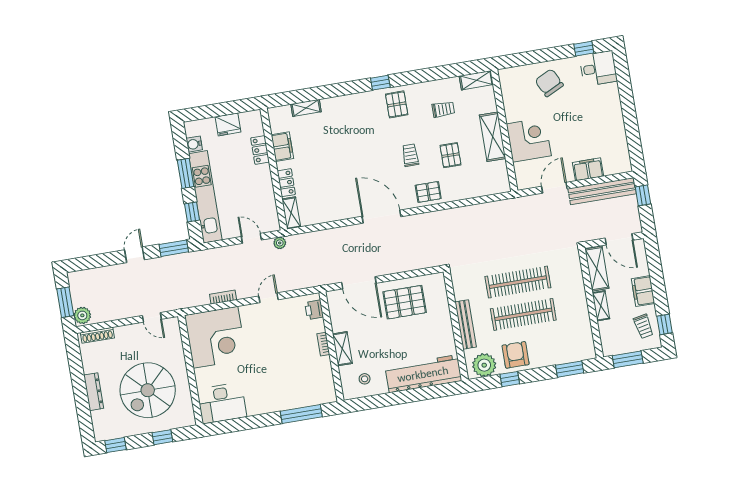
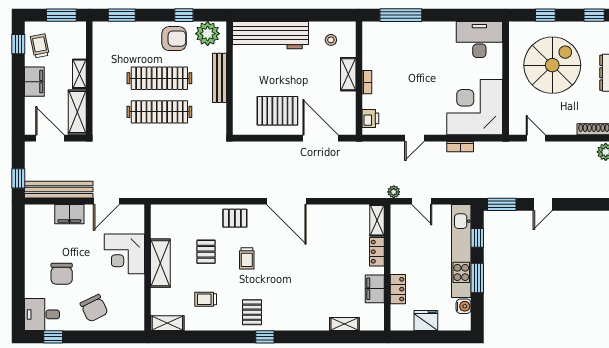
chair: (586, 111) -> (62, 274), added
armchair: (516, 355) -> (174, 39), turned -90

